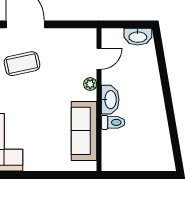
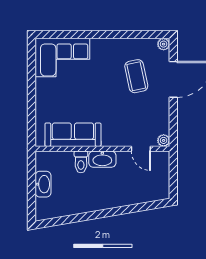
washbasin: (138, 37) -> (43, 184), moved, turned 180
plant: (90, 84) -> (164, 140), moved

